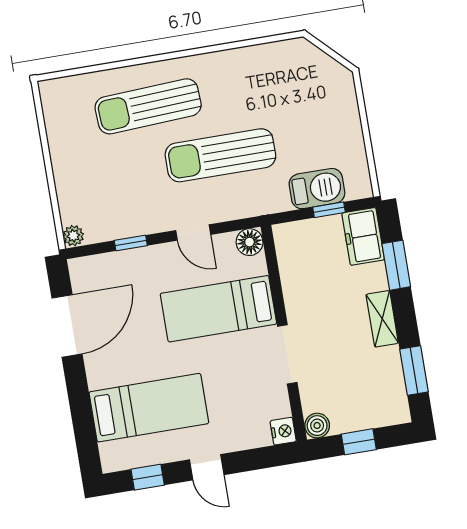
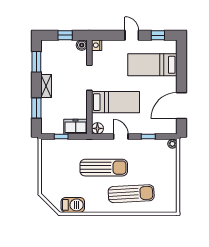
barbecue: (317, 189) -> (73, 205), moved, turned 180
freezer: (363, 236) -> (76, 127), moved, turned -90

